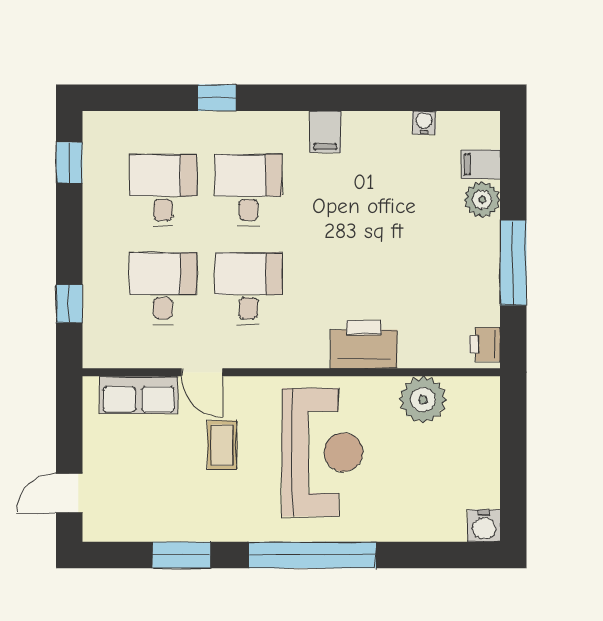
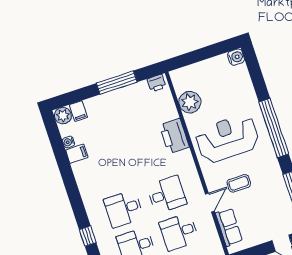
filing cabinet: (325, 132) -> (77, 154), moved
plant: (482, 200) -> (63, 116), moved
desk: (248, 289) -> (167, 195), turned 180

